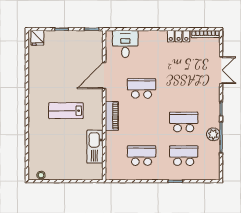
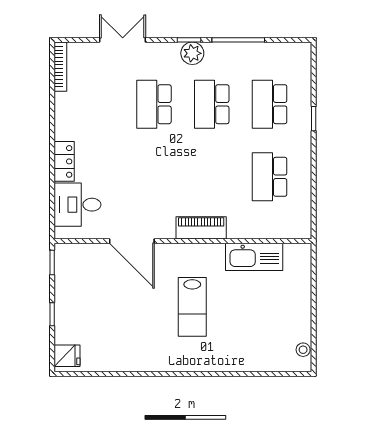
locker: (179, 36) -> (64, 161), moved
school desk: (141, 88) -> (154, 104), moved
plant: (213, 134) -> (192, 53), moved

